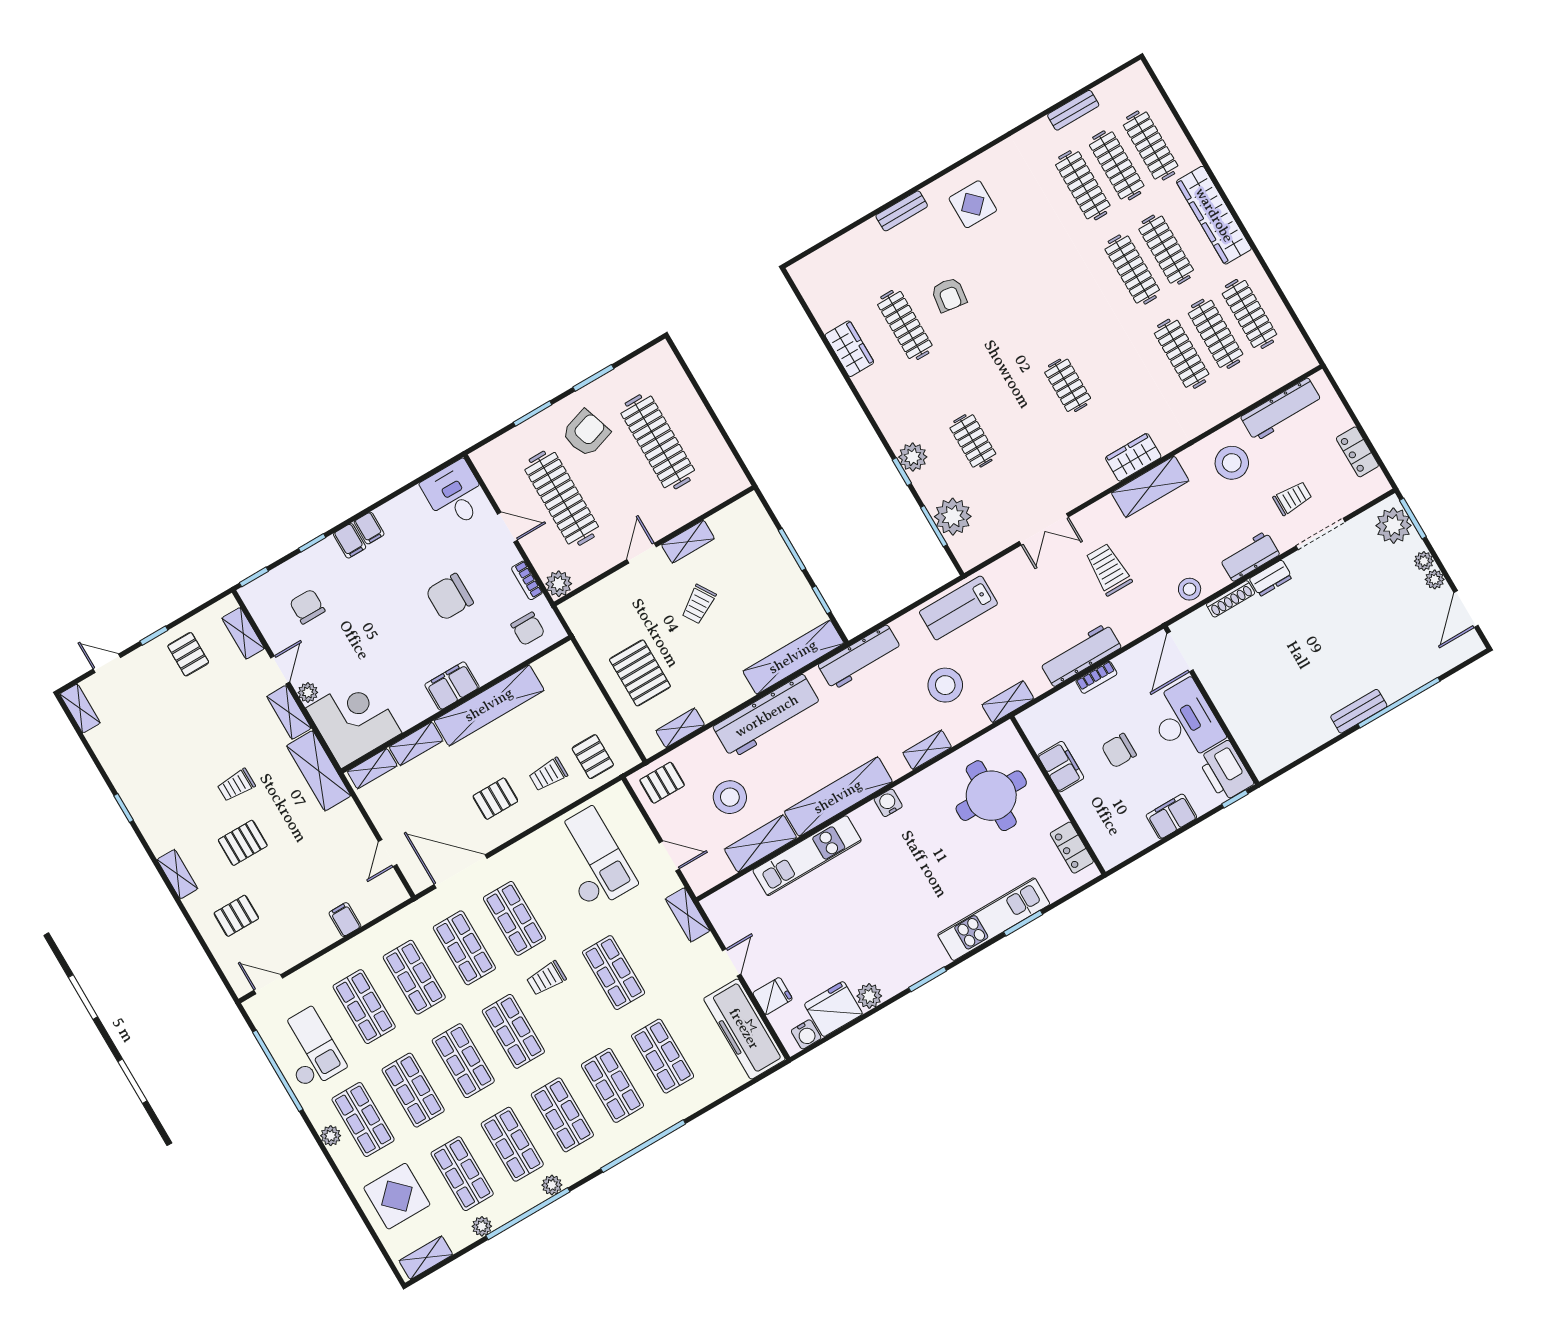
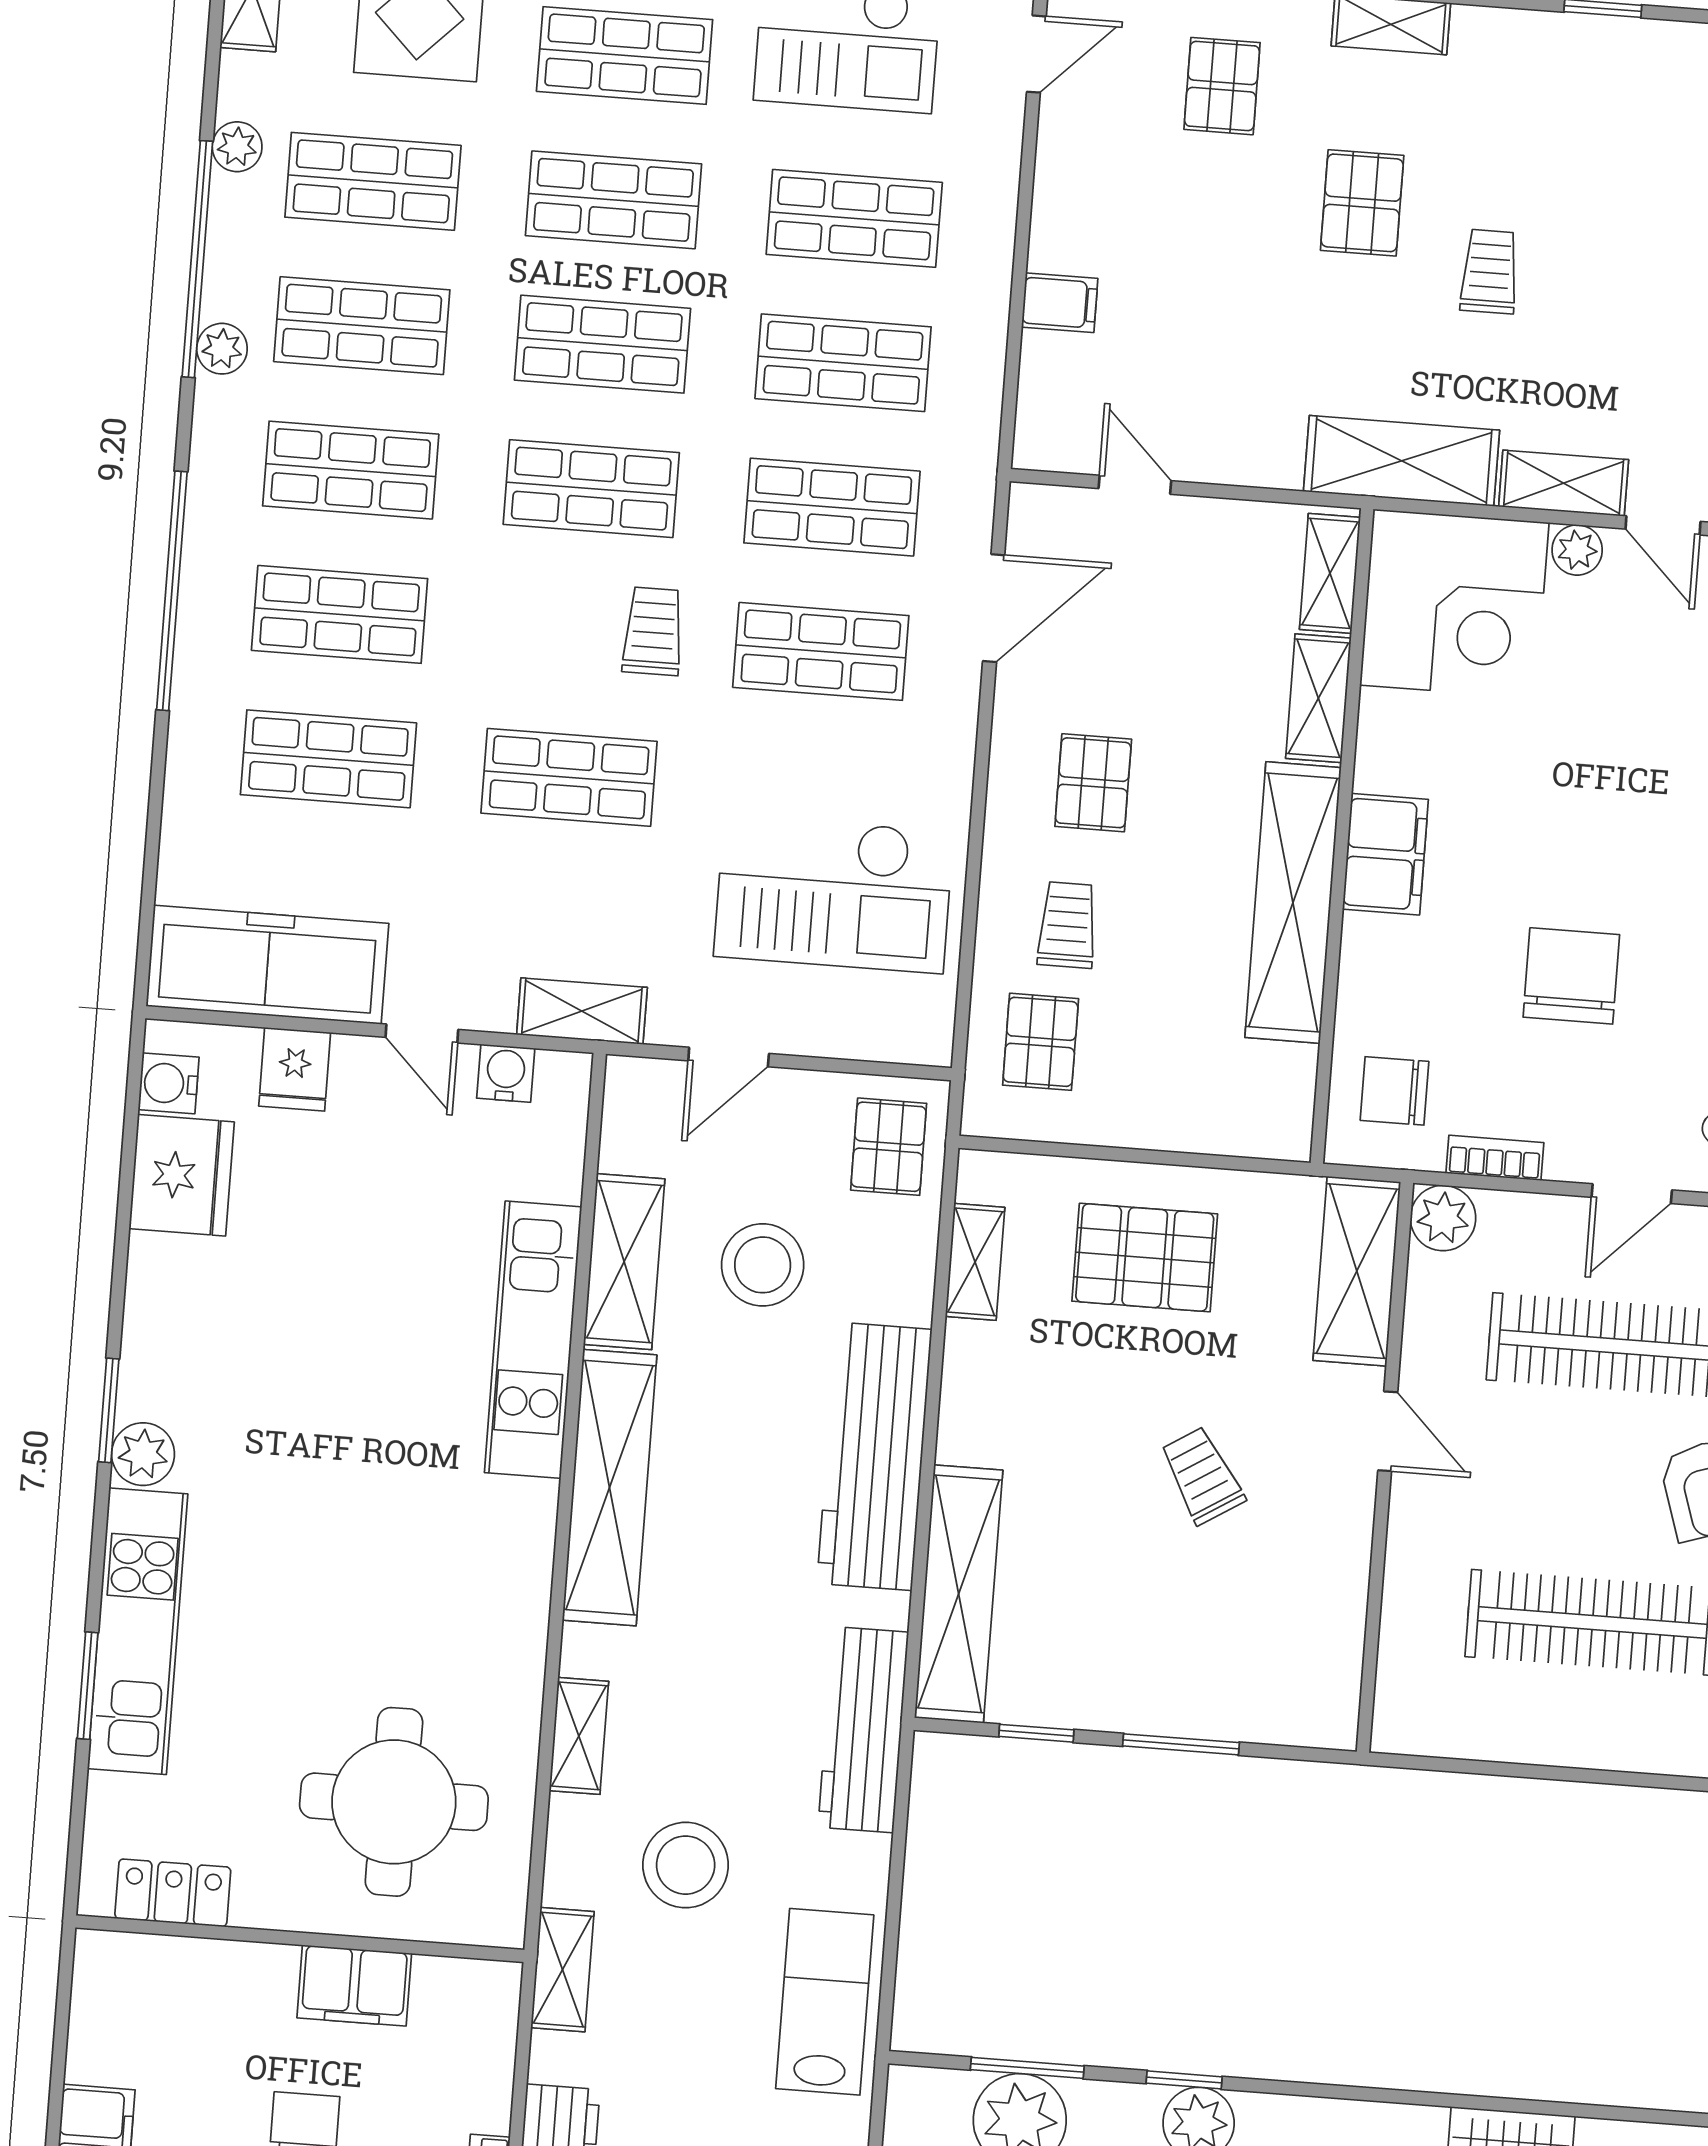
shelving: (688, 542) -> (1357, 1271), moved, width x1.50, depth x1.33
pallet: (593, 757) -> (1041, 1042), turned 90
water cooler: (888, 803) -> (506, 1073), moved, turned -90
door: (461, 871) -> (994, 608), width x0.73
plant: (869, 996) -> (143, 1454), moved

